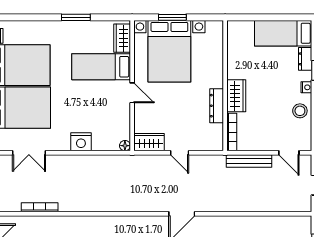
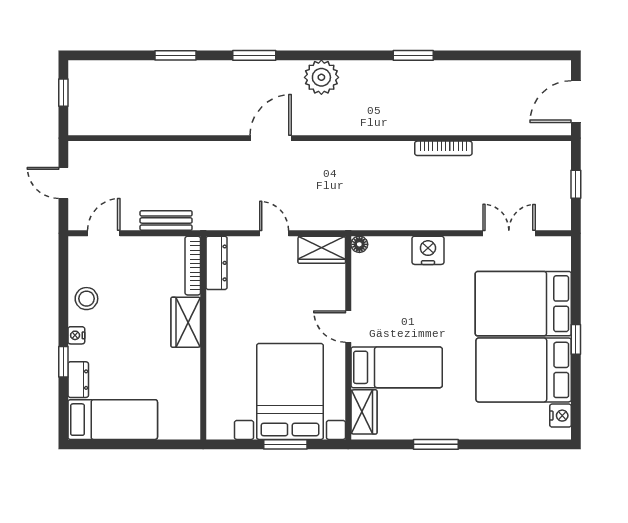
dresser: (217, 106) -> (217, 263), moved
door: (289, 153) -> (104, 233), hinge flipped
bench: (249, 161) -> (166, 220), width x0.73
bookcase: (40, 207) -> (443, 148), moved

